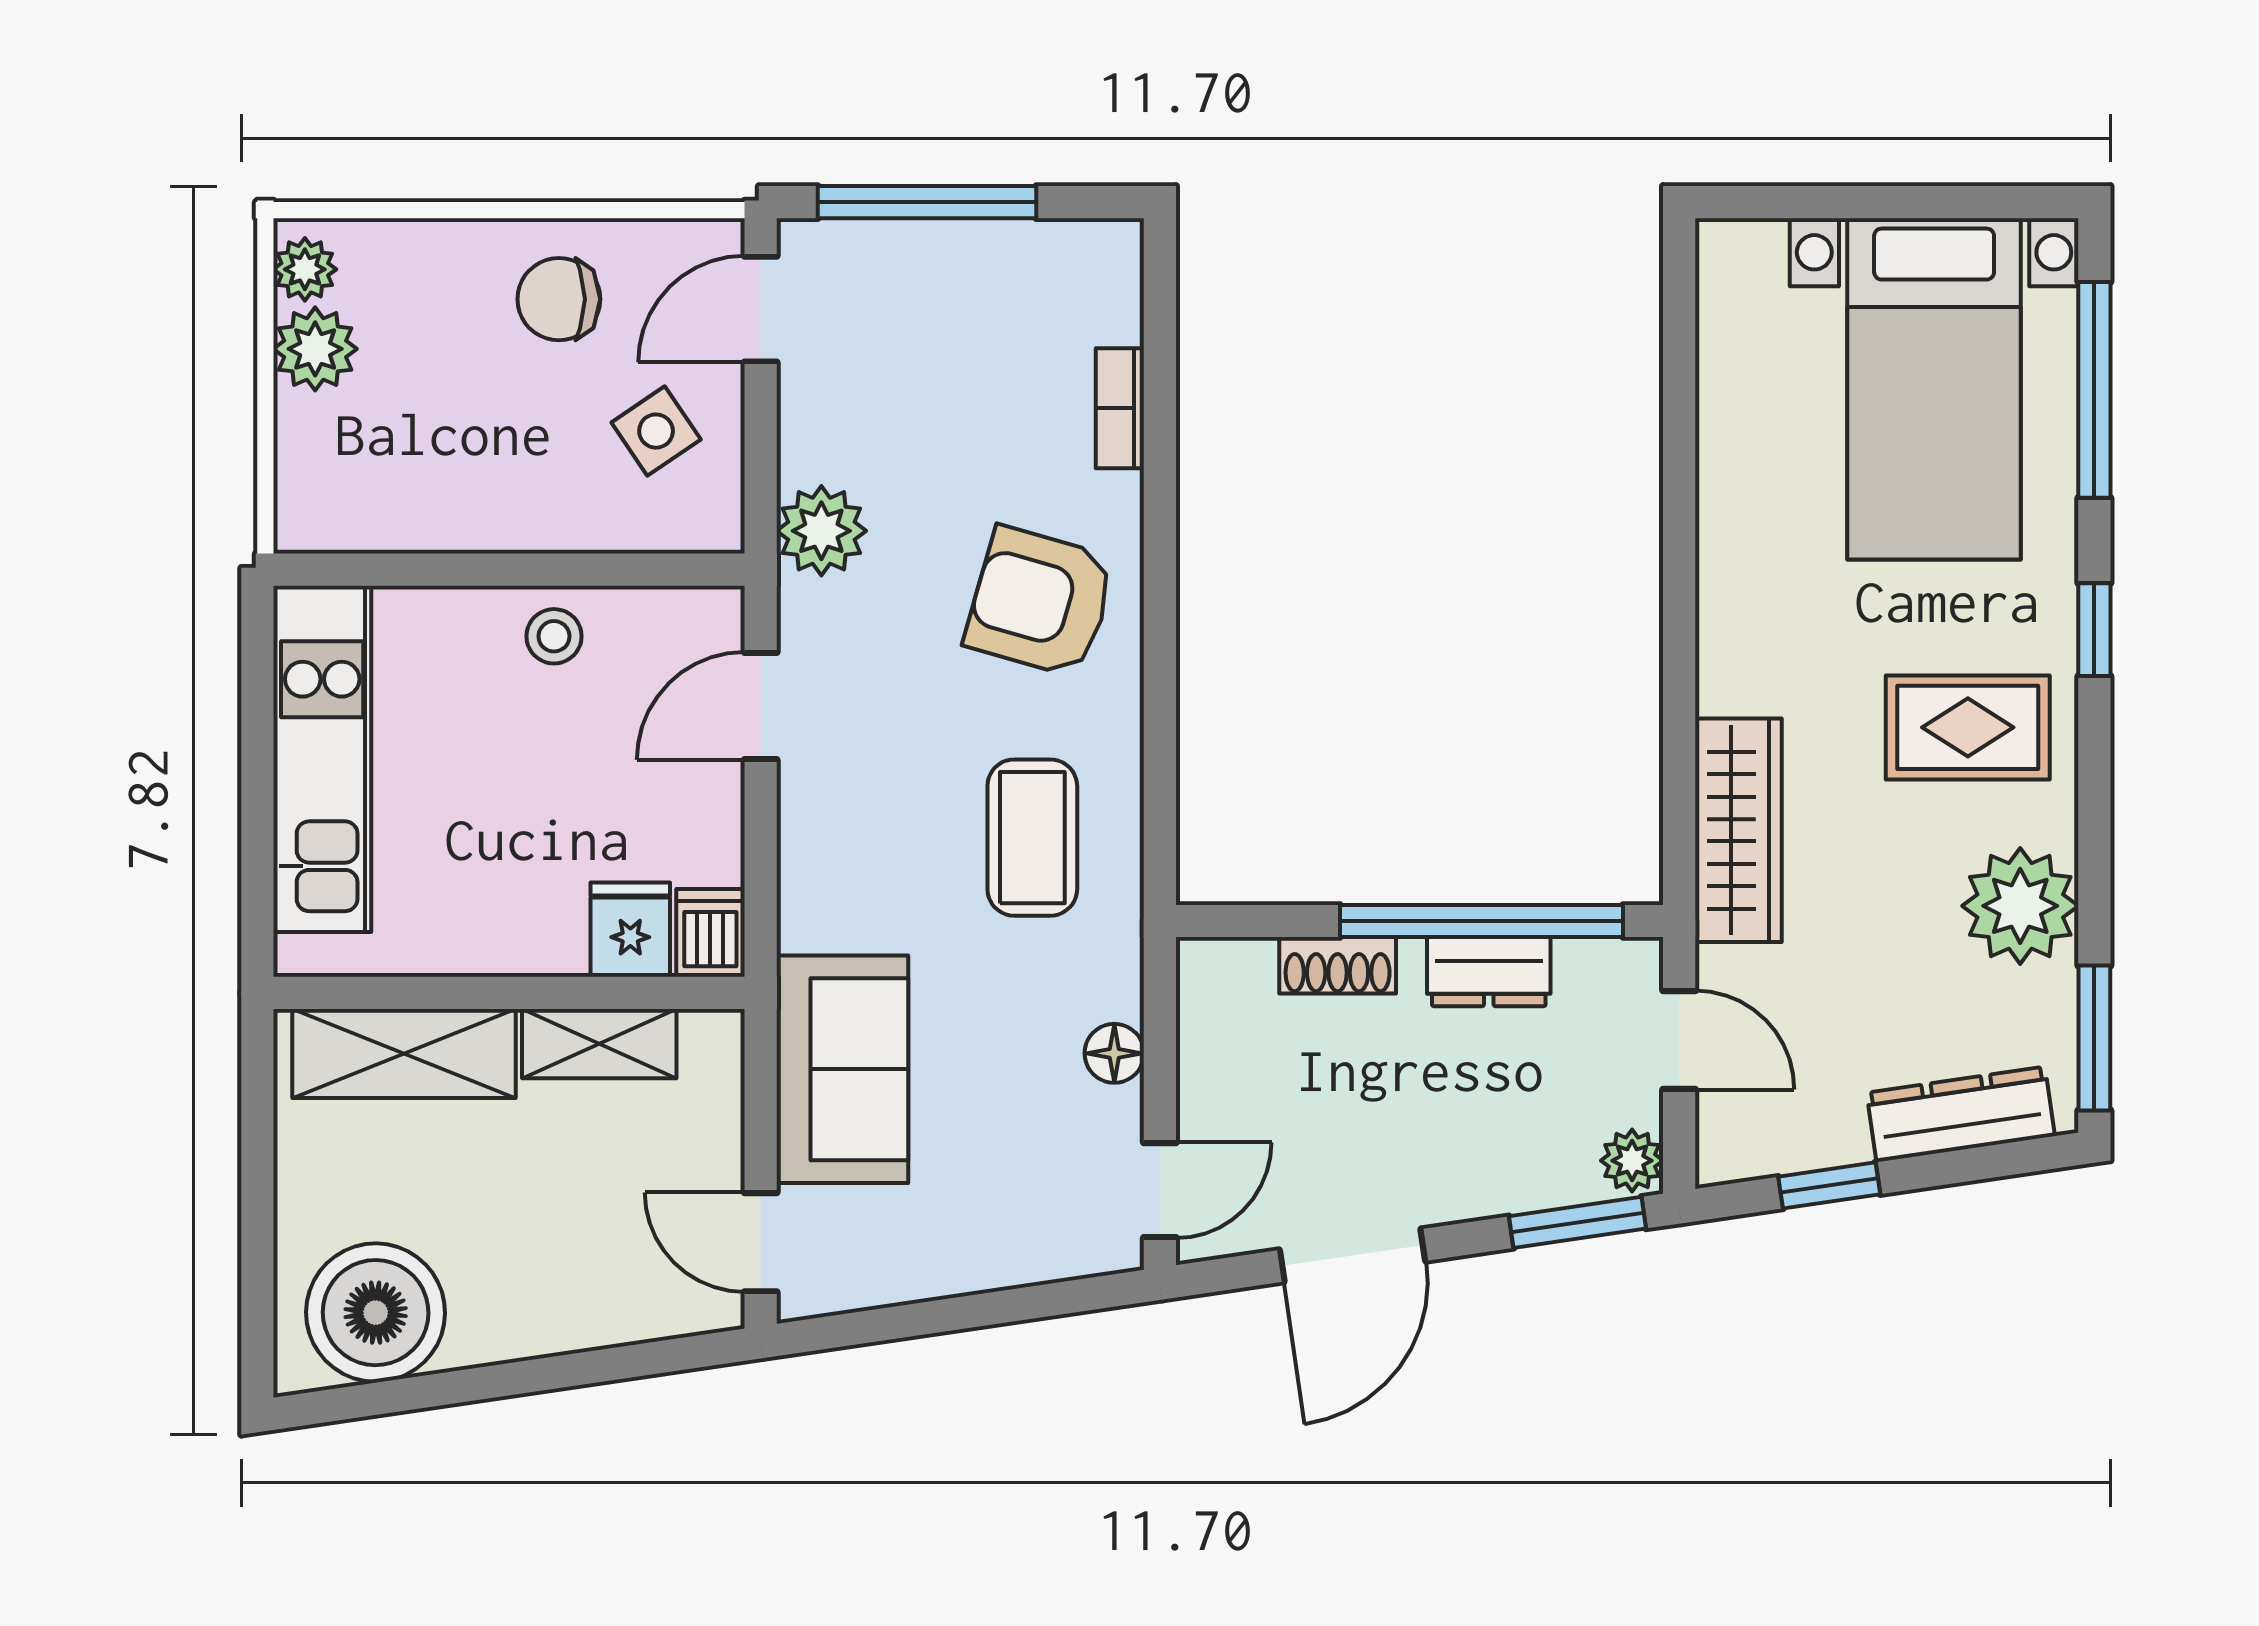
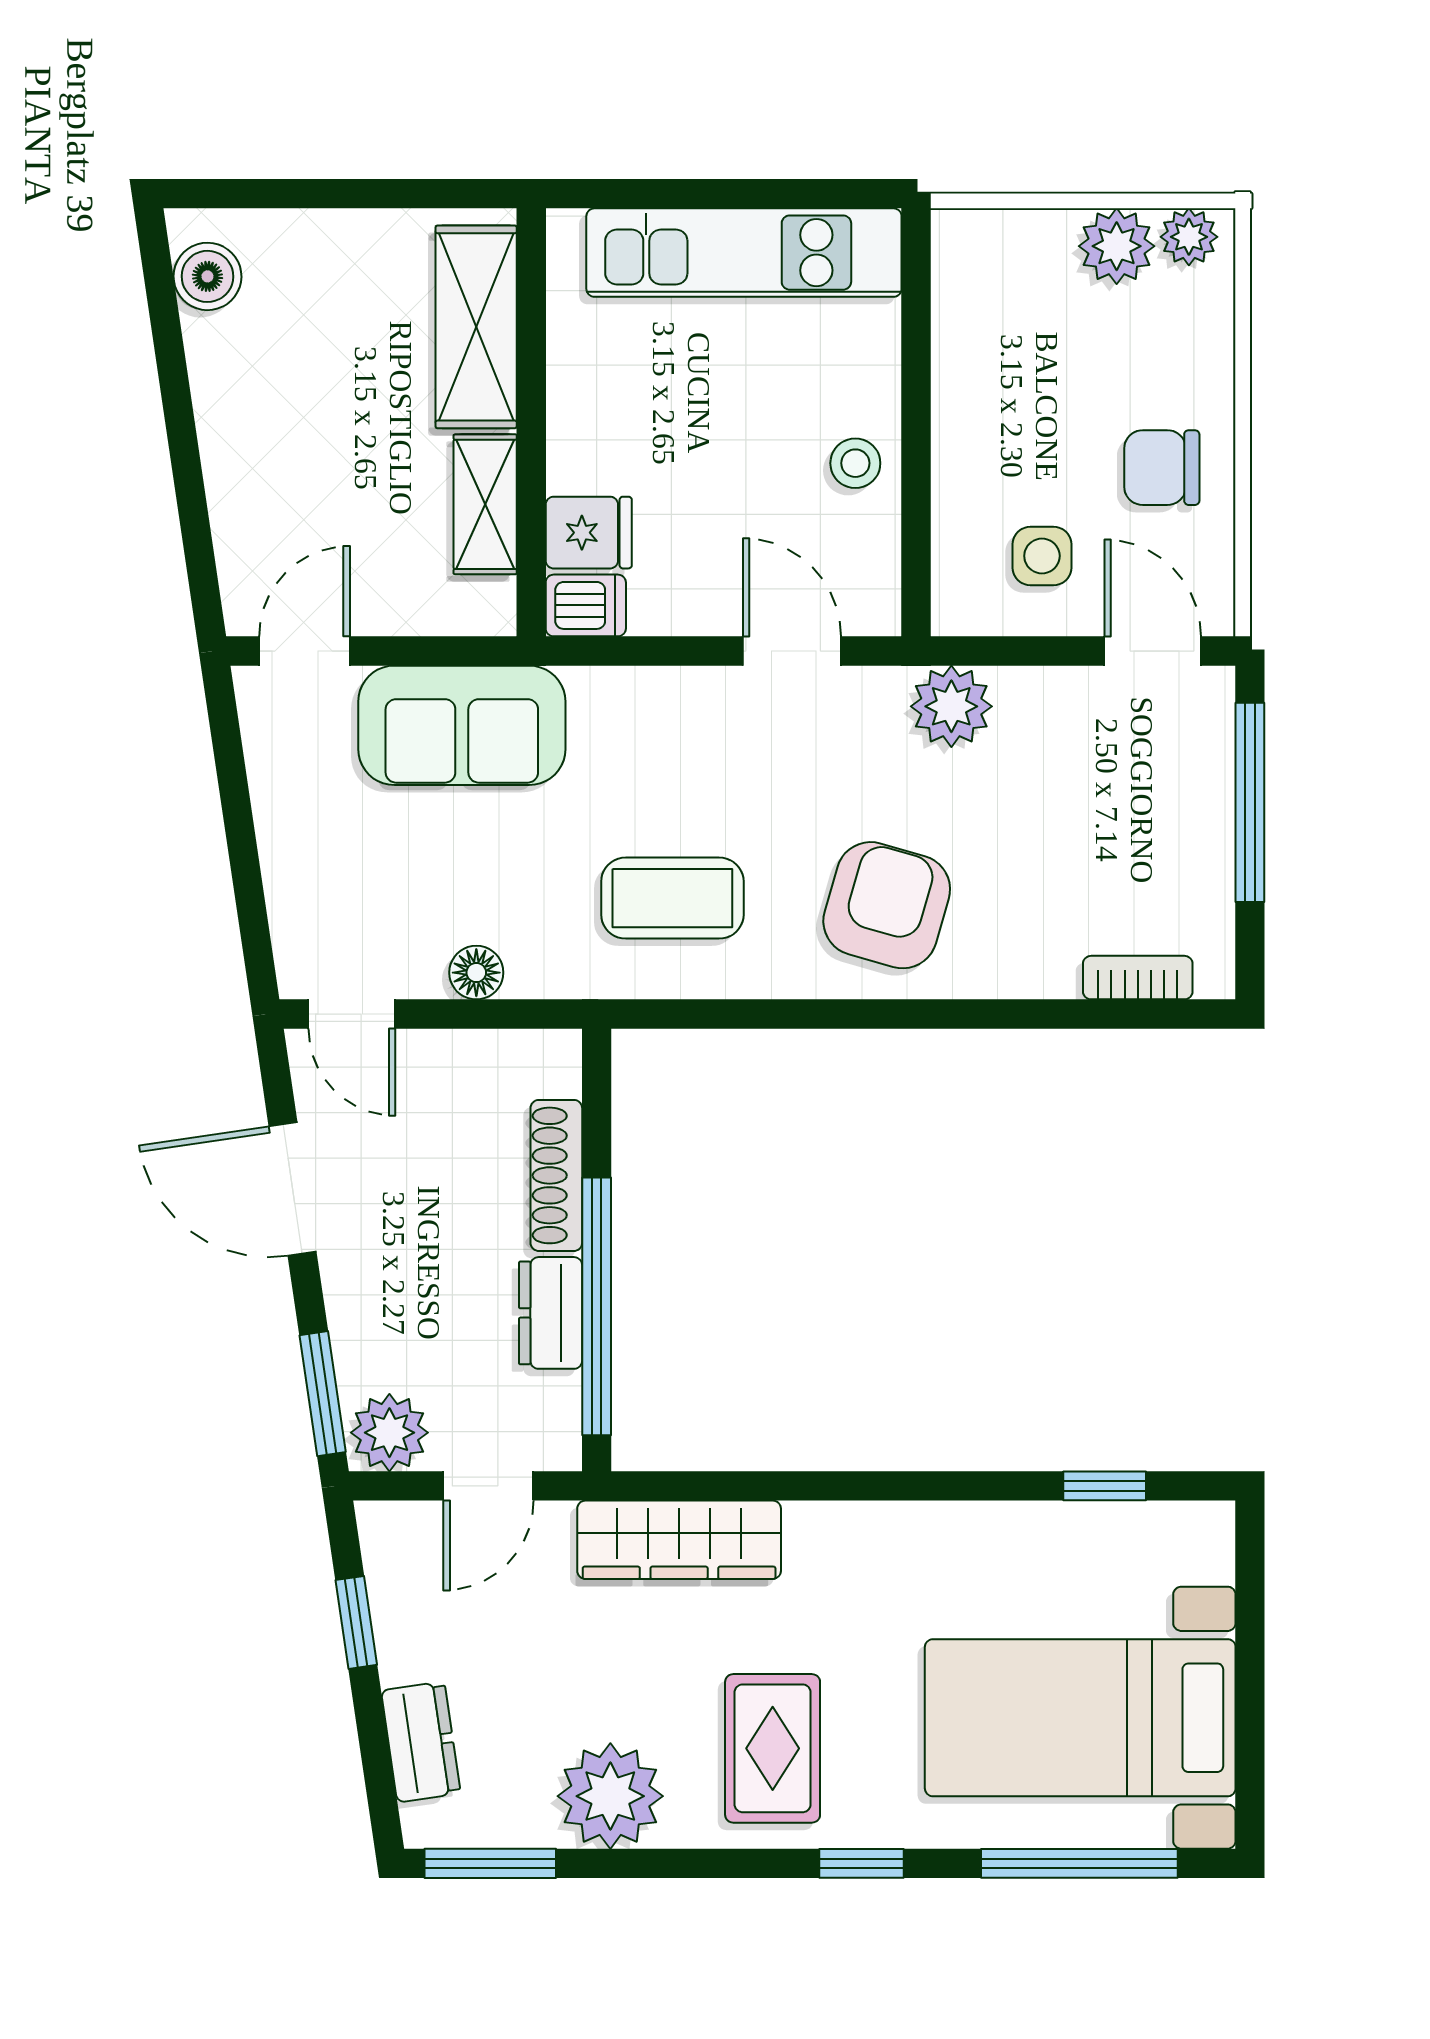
chair: (559, 299) -> (1162, 468), turned -90
window: (1679, 362) -> (1105, 1486), added
bookcase: (1120, 408) -> (1138, 978), moved
side table: (656, 431) -> (1042, 556), turned 34
shoe rack: (1338, 965) -> (556, 1175), width x1.43
dresser: (1961, 1114) -> (421, 1742), width x0.70
plant: (1632, 1161) -> (389, 1433), width x1.38, depth x1.38
boiler: (376, 1313) -> (207, 276), width x0.54, depth x0.54

